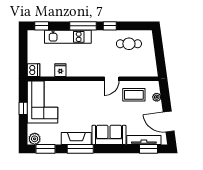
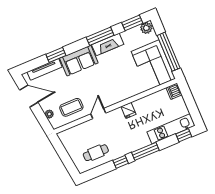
kitchen unit: (68, 37) -> (171, 129), moved
fridge: (60, 70) -> (128, 110), moved
window: (23, 108) -> (169, 52), width x3.17
window: (149, 149) -> (56, 55), moved

